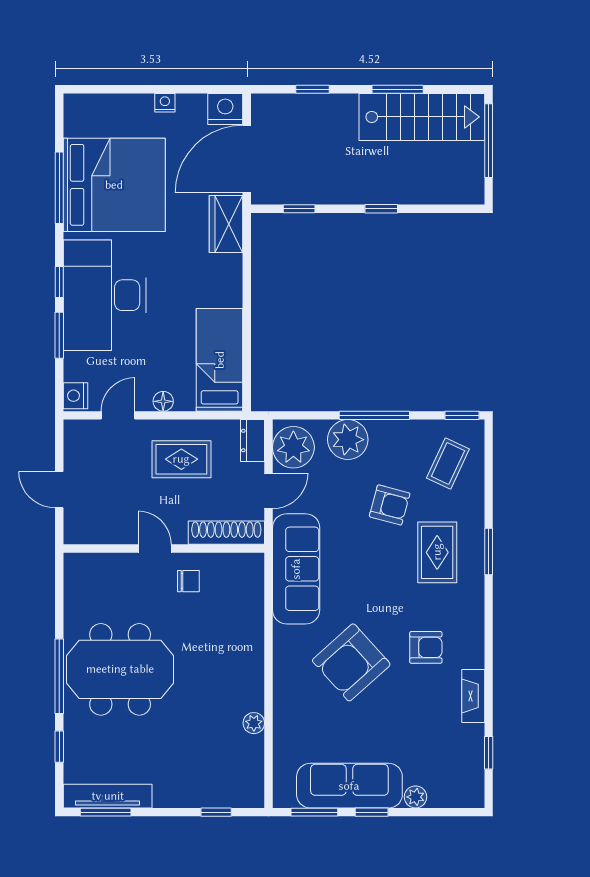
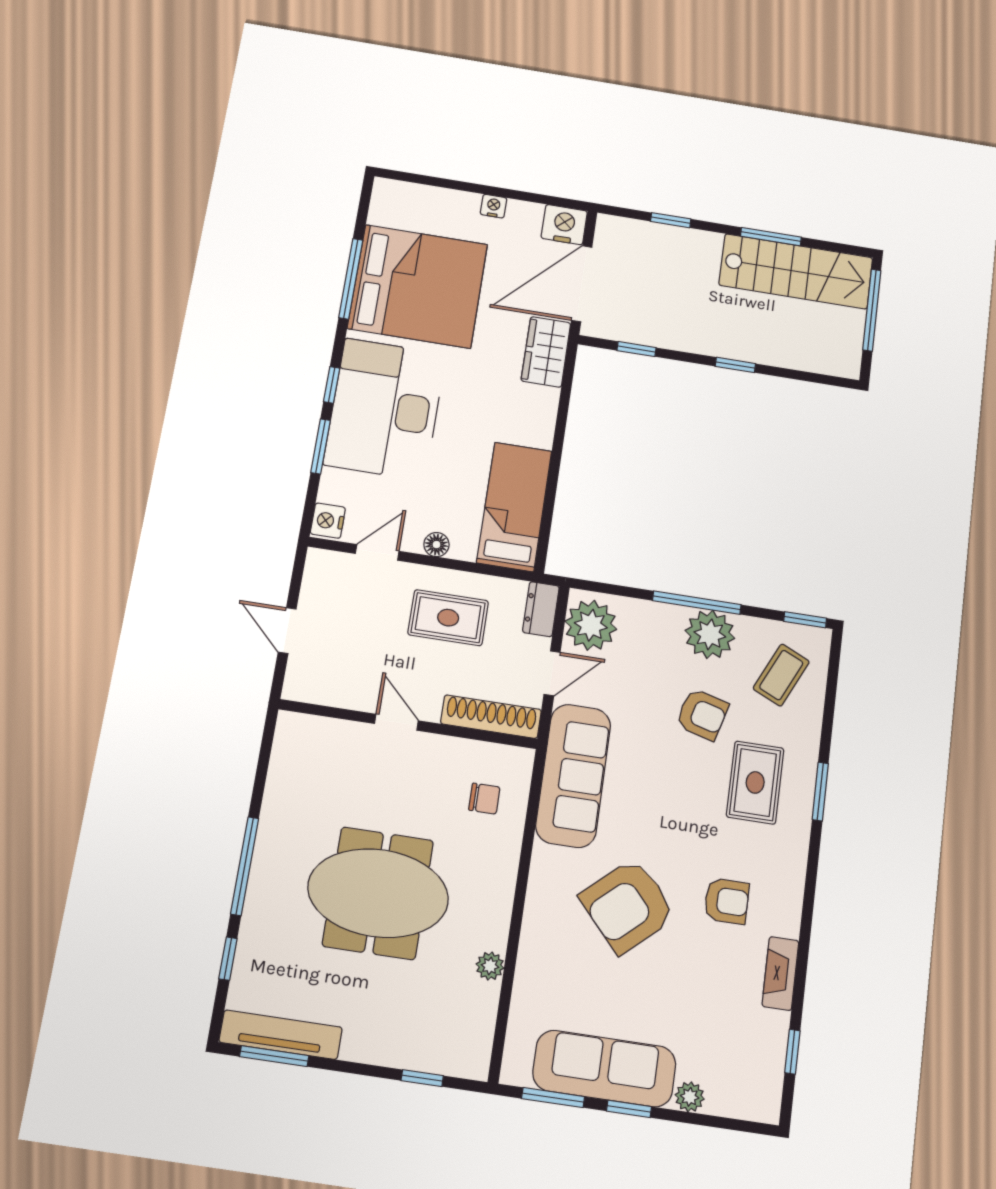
plant: (348, 440) -> (710, 634), moved
chair: (188, 581) -> (484, 799), moved
meeting table: (120, 669) -> (378, 893), moved

